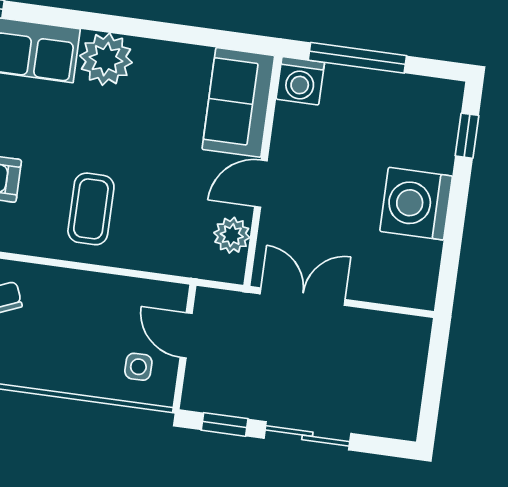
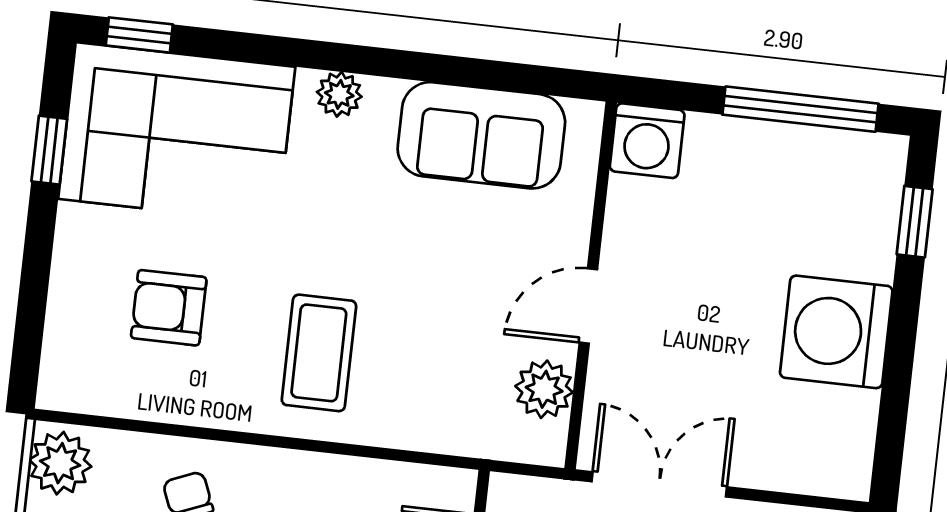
window: (357, 58) -> (801, 109), moved
plant: (106, 59) -> (339, 94), width x0.53, depth x0.53
sofa: (238, 102) -> (481, 135), moved, turned -90

